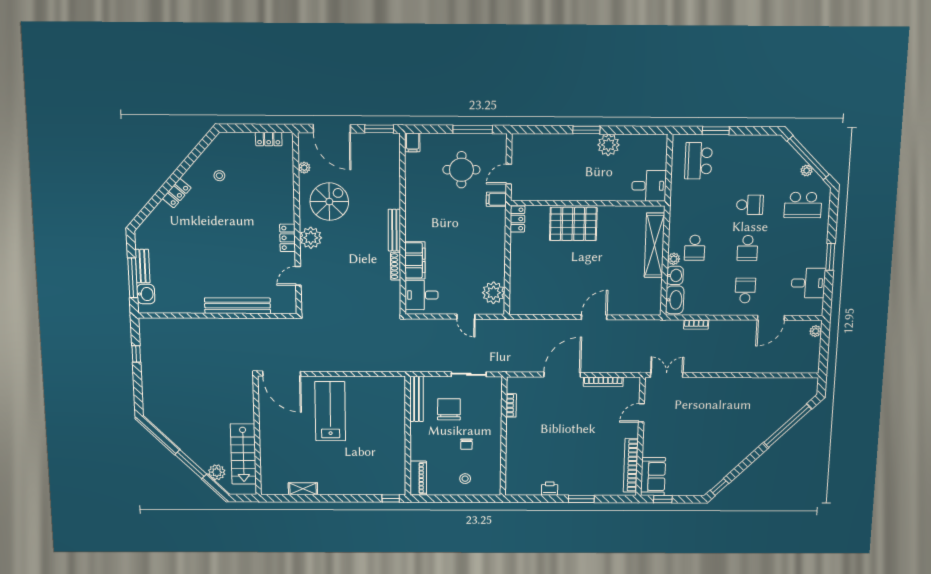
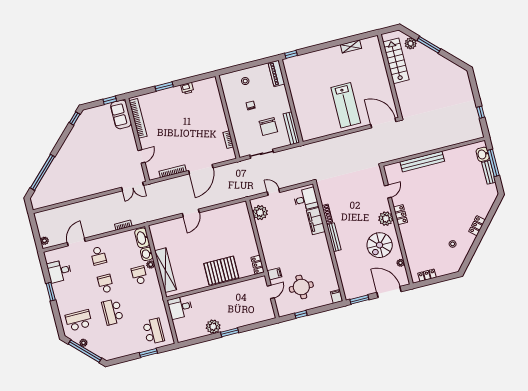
window: (473, 129) -> (301, 314), width x0.46
school desk: (750, 205) -> (113, 312), width x1.85

